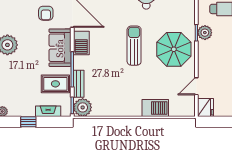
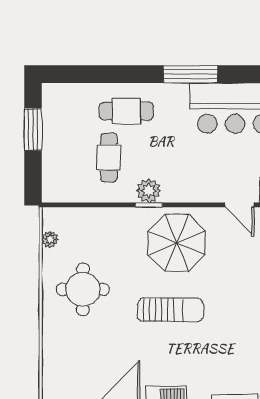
sun lounger: (134, 46) -> (171, 310), turned 180

